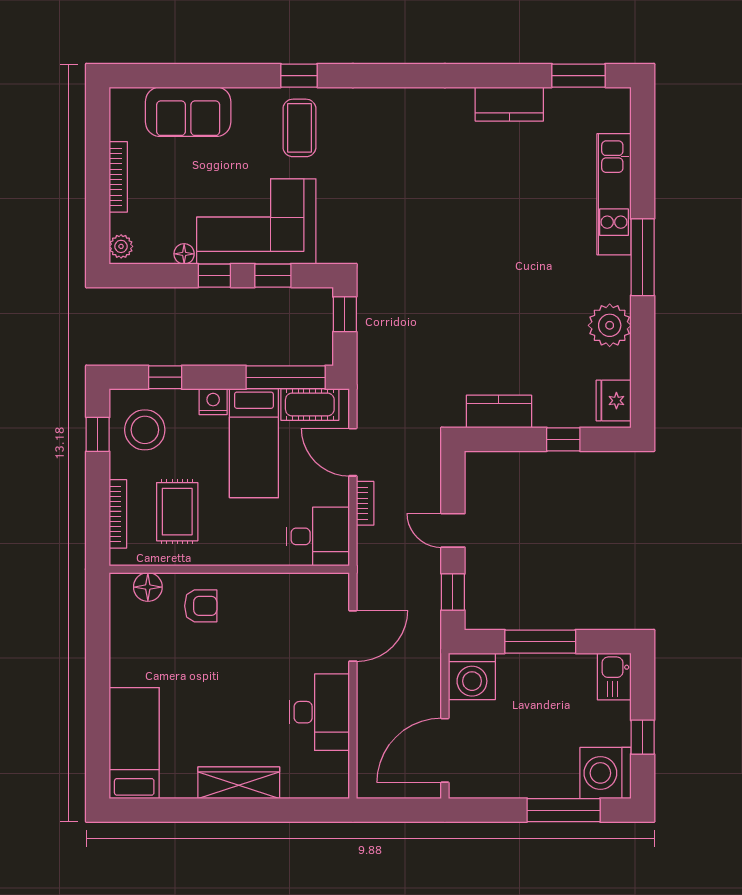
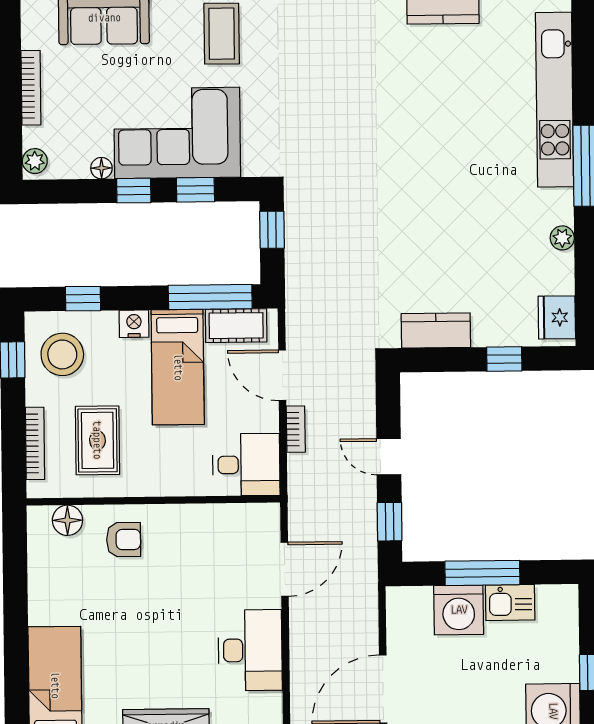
kitchen unit: (614, 194) -> (555, 100), width x1.36
plant: (610, 325) -> (562, 238), width x0.53, depth x0.53
washing machine: (472, 676) -> (459, 610), moved
kitchen sink: (614, 677) -> (510, 603), moved, turned -90

